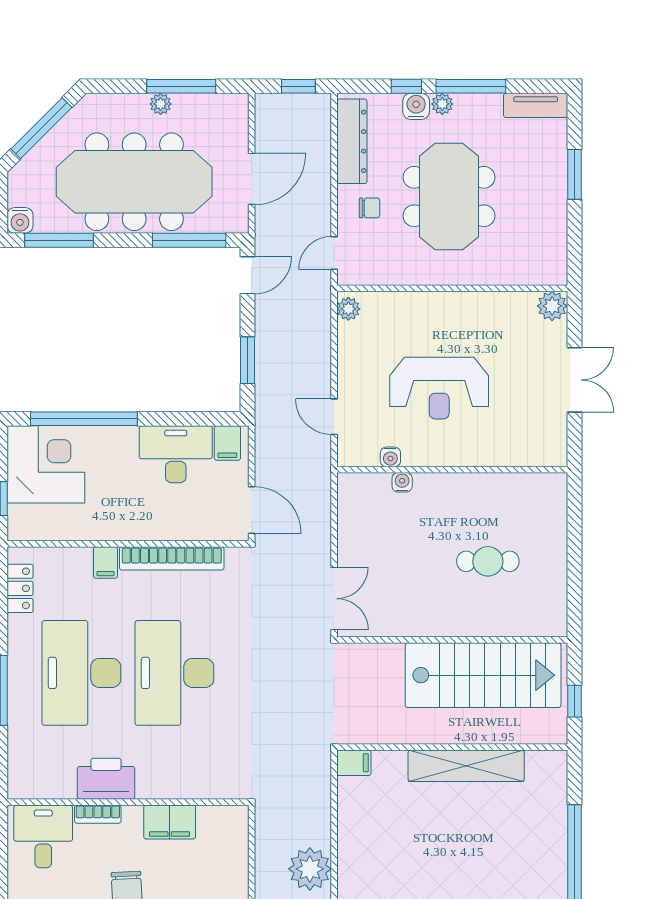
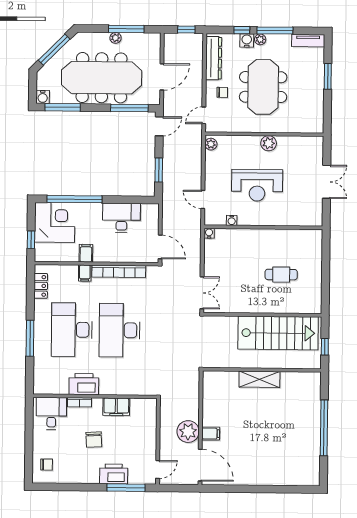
plant: (552, 306) -> (269, 143), moved
filing cabinet: (227, 443) -> (86, 253), moved, turned 180
water cooler: (402, 482) -> (209, 233), moved
filing cabinet: (354, 763) -> (211, 434), moved
shelving: (466, 766) -> (259, 379), width x0.68

